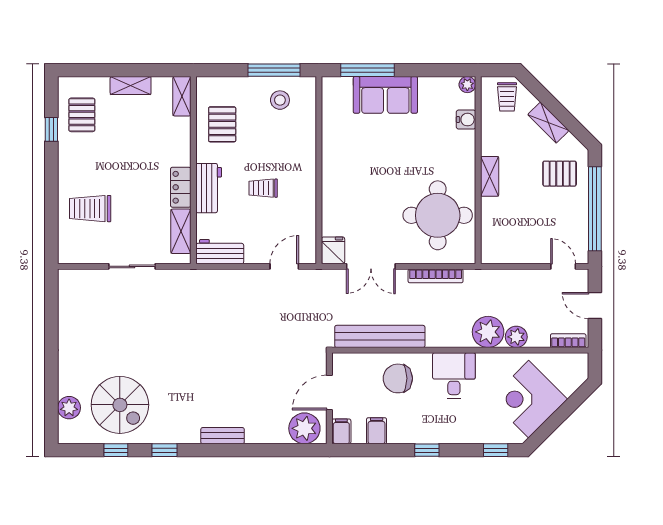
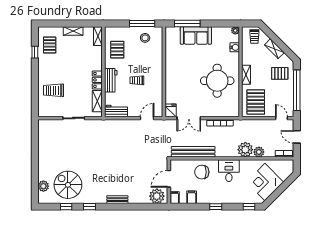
round table: (438, 215) -> (217, 81), moved
pallet: (510, 233) -> (256, 102), added
spiral stairs: (120, 405) -> (68, 185), turned 180

